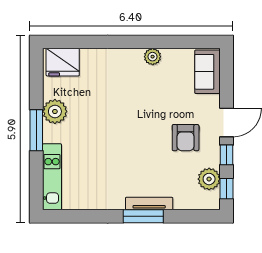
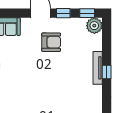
plant: (209, 179) -> (94, 26), moved
window: (143, 216) -> (107, 72), width x0.46

